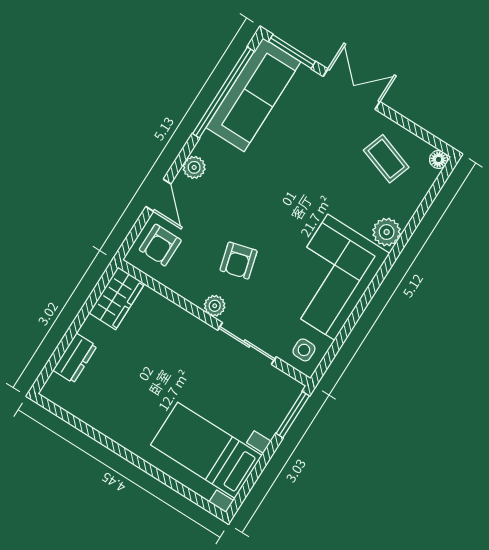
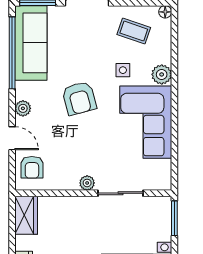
armchair: (239, 261) -> (79, 98), moved, width x1.38, depth x1.38
side table: (304, 350) -> (123, 70), moved

